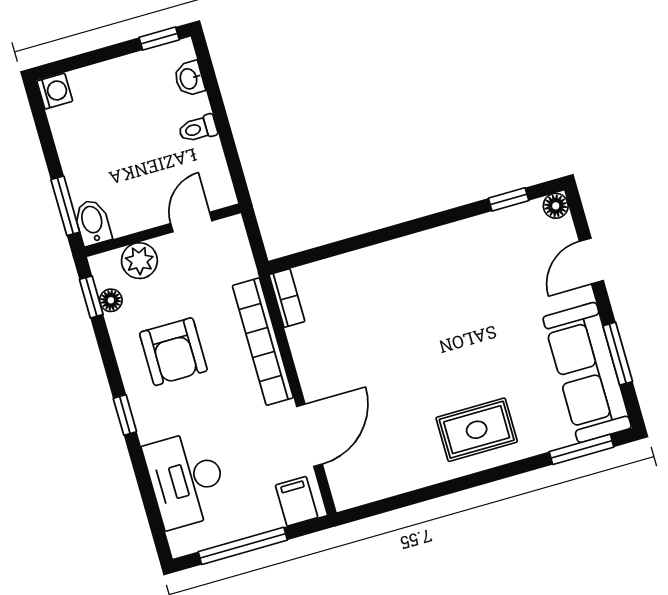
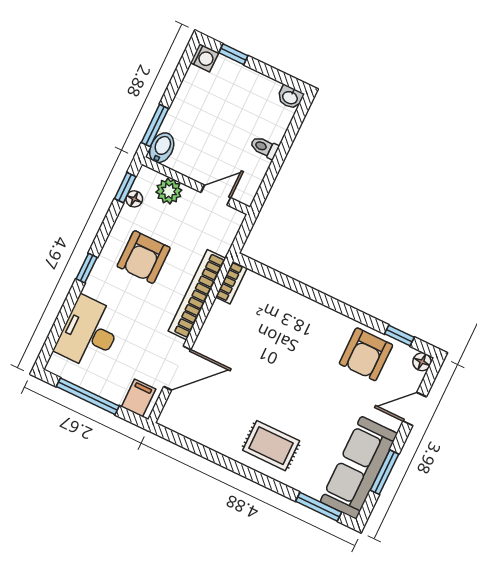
window: (159, 39) -> (233, 54), moved
washbasin: (189, 79) -> (290, 97), moved, turned -90
armchair: (491, 249) -> (366, 354), added

